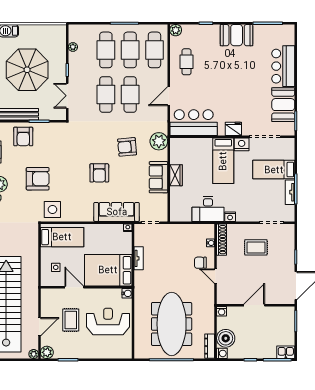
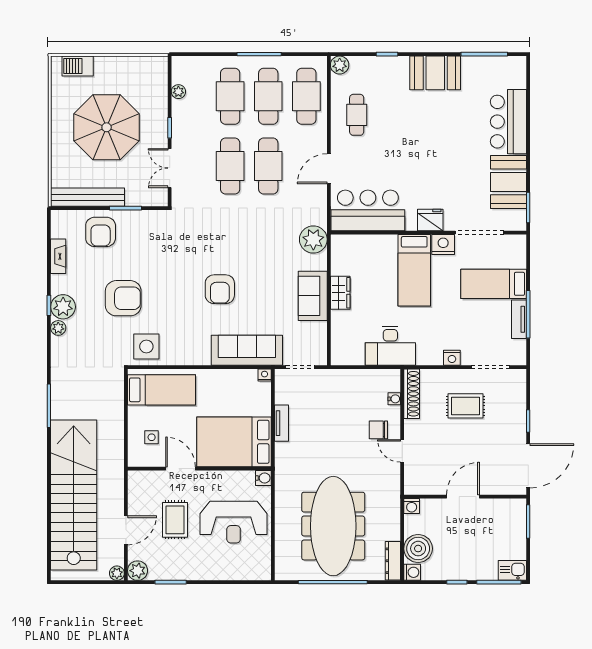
armchair: (127, 147) -> (263, 248), removed
nightstand: (230, 217) -> (452, 358), moved
reception desk: (108, 321) -> (234, 522), turned 180

